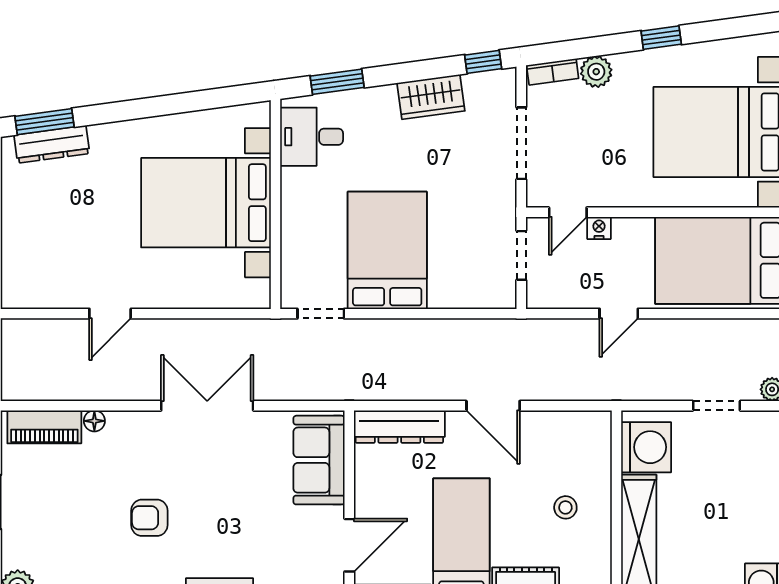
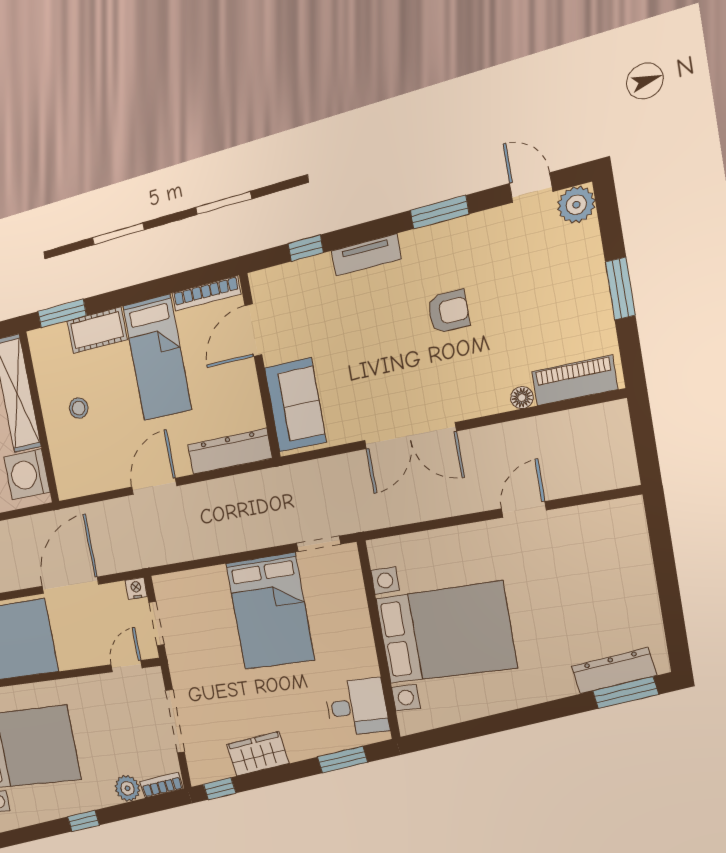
nightstand: (599, 228) -> (136, 588), moved, turned 180
door: (619, 314) -> (70, 585), width x1.88
door: (493, 406) -> (154, 486), hinge flipped

